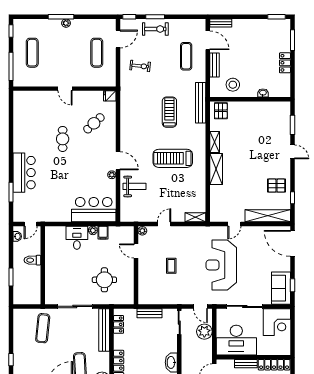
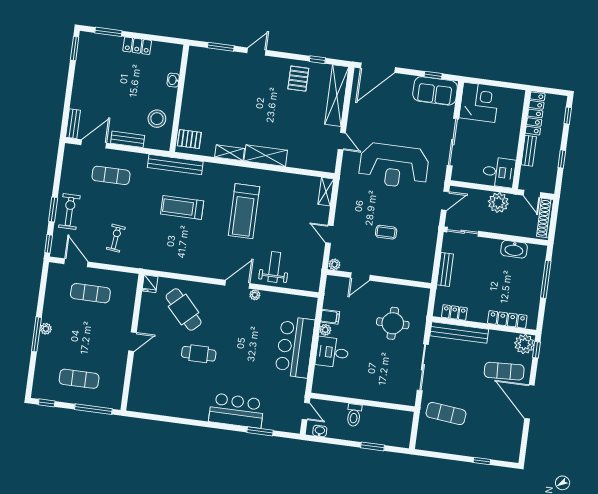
cafe table: (94, 123) -> (184, 309), width x1.37, depth x1.35
bar counter: (94, 210) -> (295, 347), moved
plant: (204, 332) -> (498, 203), moved
desk: (236, 340) -> (499, 172), width x0.53, depth x0.77

